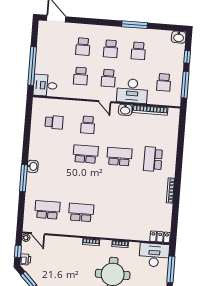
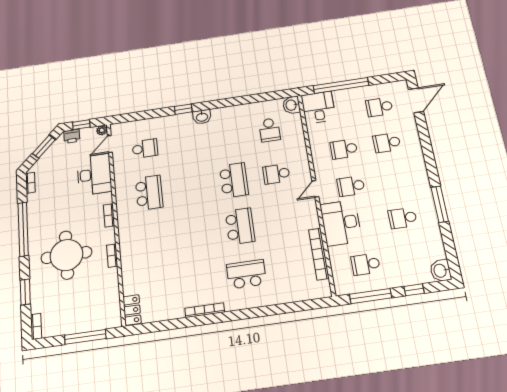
school desk: (111, 49) -> (379, 107), moved
washbasin: (125, 110) -> (291, 105), moved
window: (23, 178) -> (183, 109), width x0.46
school desk: (47, 210) -> (145, 149), width x0.54
desk: (154, 255) -> (94, 174), moved

